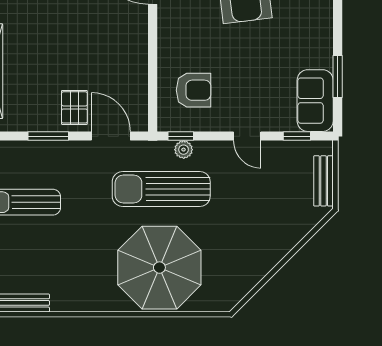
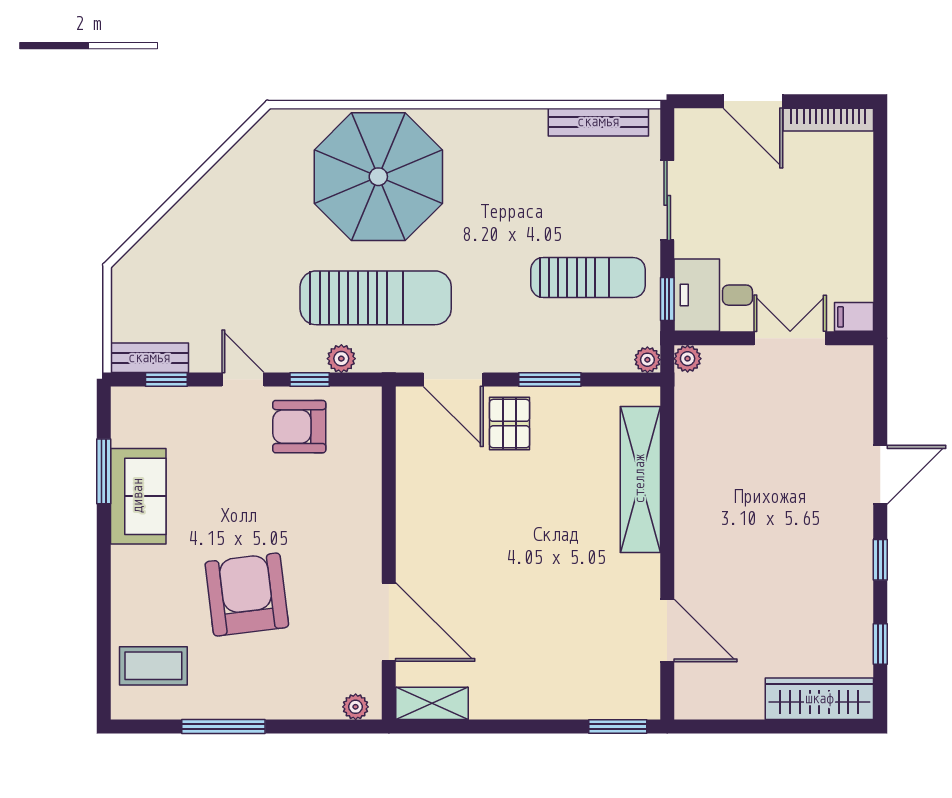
armchair: (194, 90) -> (299, 427), moved
sofa: (315, 101) -> (138, 496), moved
window: (181, 136) -> (310, 379), moved
bench: (323, 181) -> (149, 358), moved, turned 90

